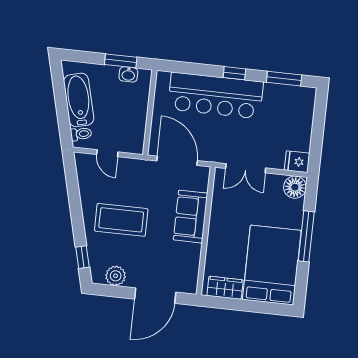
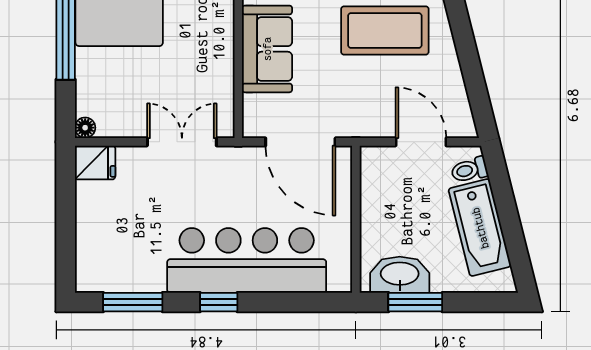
washbasin: (128, 74) -> (400, 275), width x1.91, depth x1.45
door: (107, 153) -> (421, 142), width x1.38
floor lamp: (295, 187) -> (85, 128), width x0.53, depth x0.53

